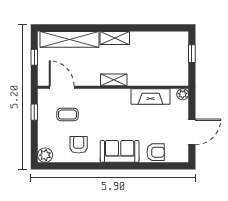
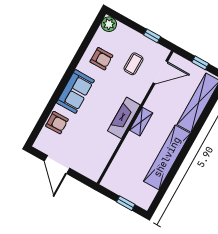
shelving: (115, 38) -> (167, 157), width x2.20, depth x1.33
plant: (183, 94) -> (94, 175), removed
fireplace: (151, 97) -> (124, 118), moved
armchair: (156, 152) -> (57, 123), turned -91

